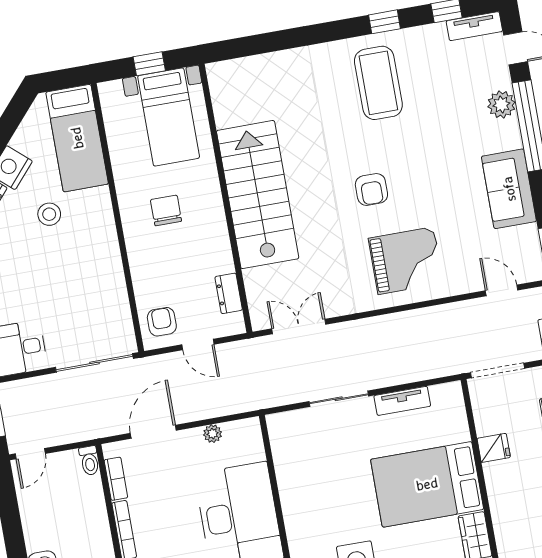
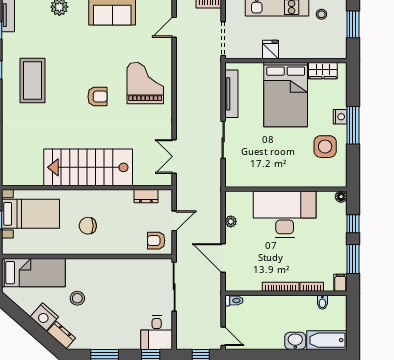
coffee table: (378, 83) -> (32, 81), turned 90
tv unit: (402, 401) -> (231, 94), width x1.41
bookcase: (116, 479) -> (248, 286), removed

